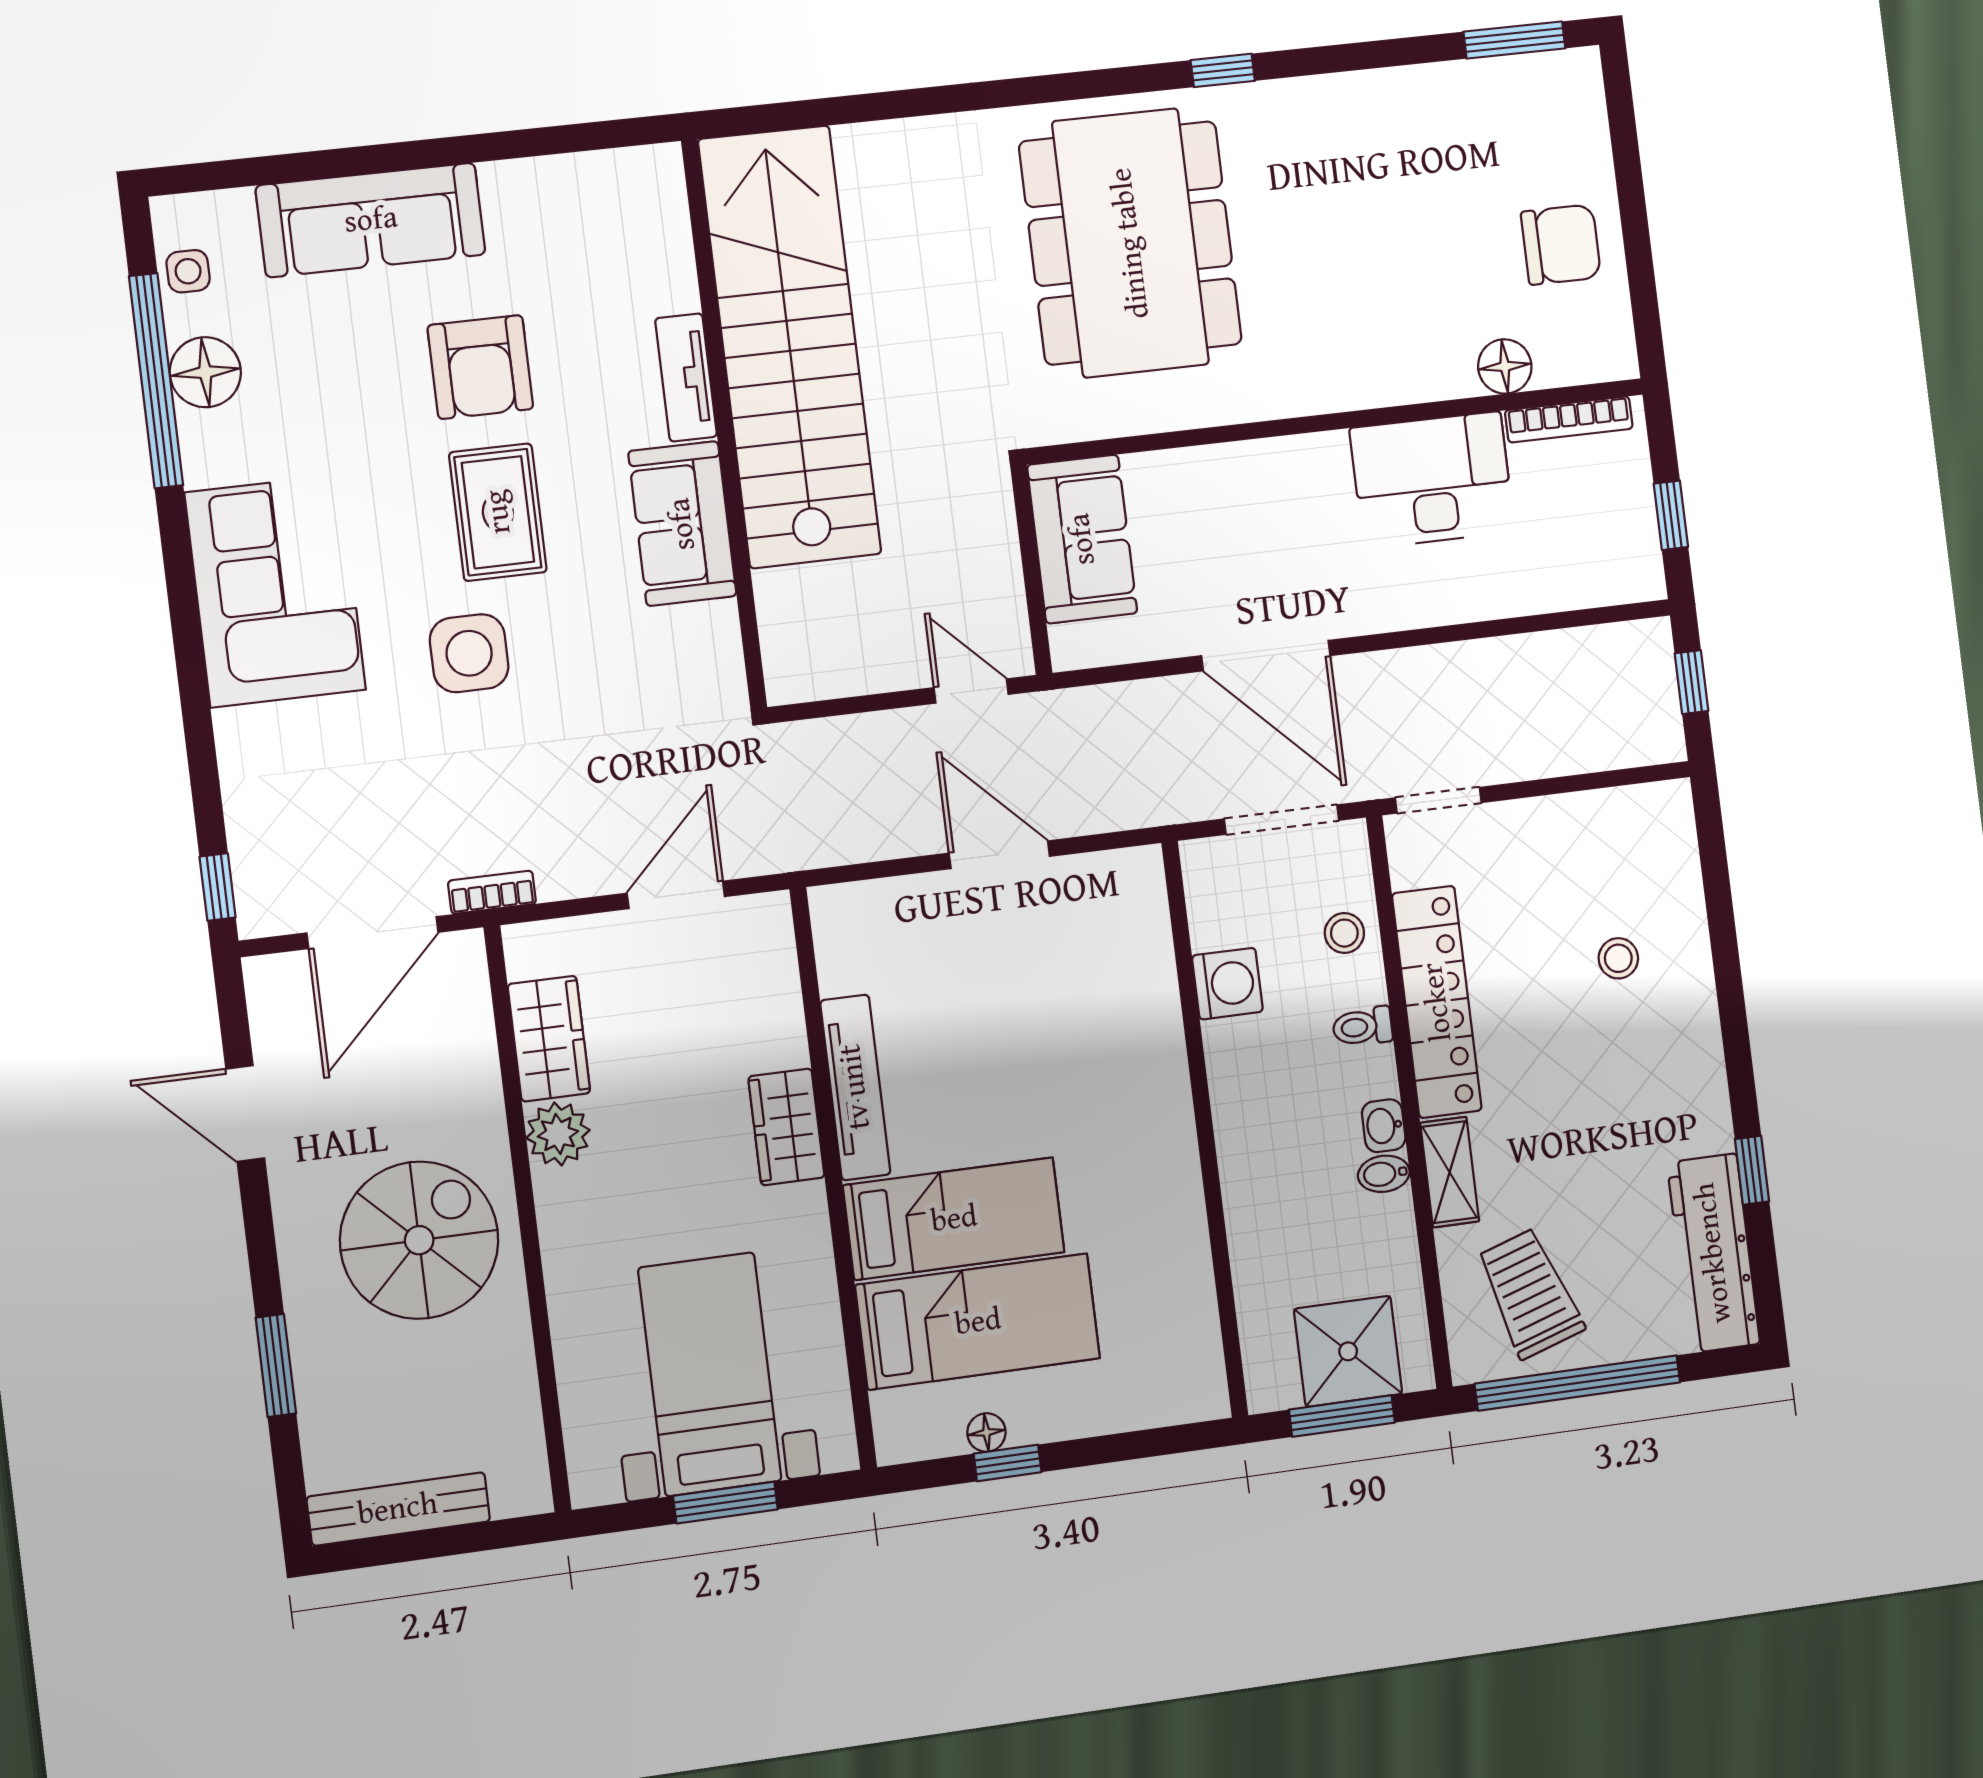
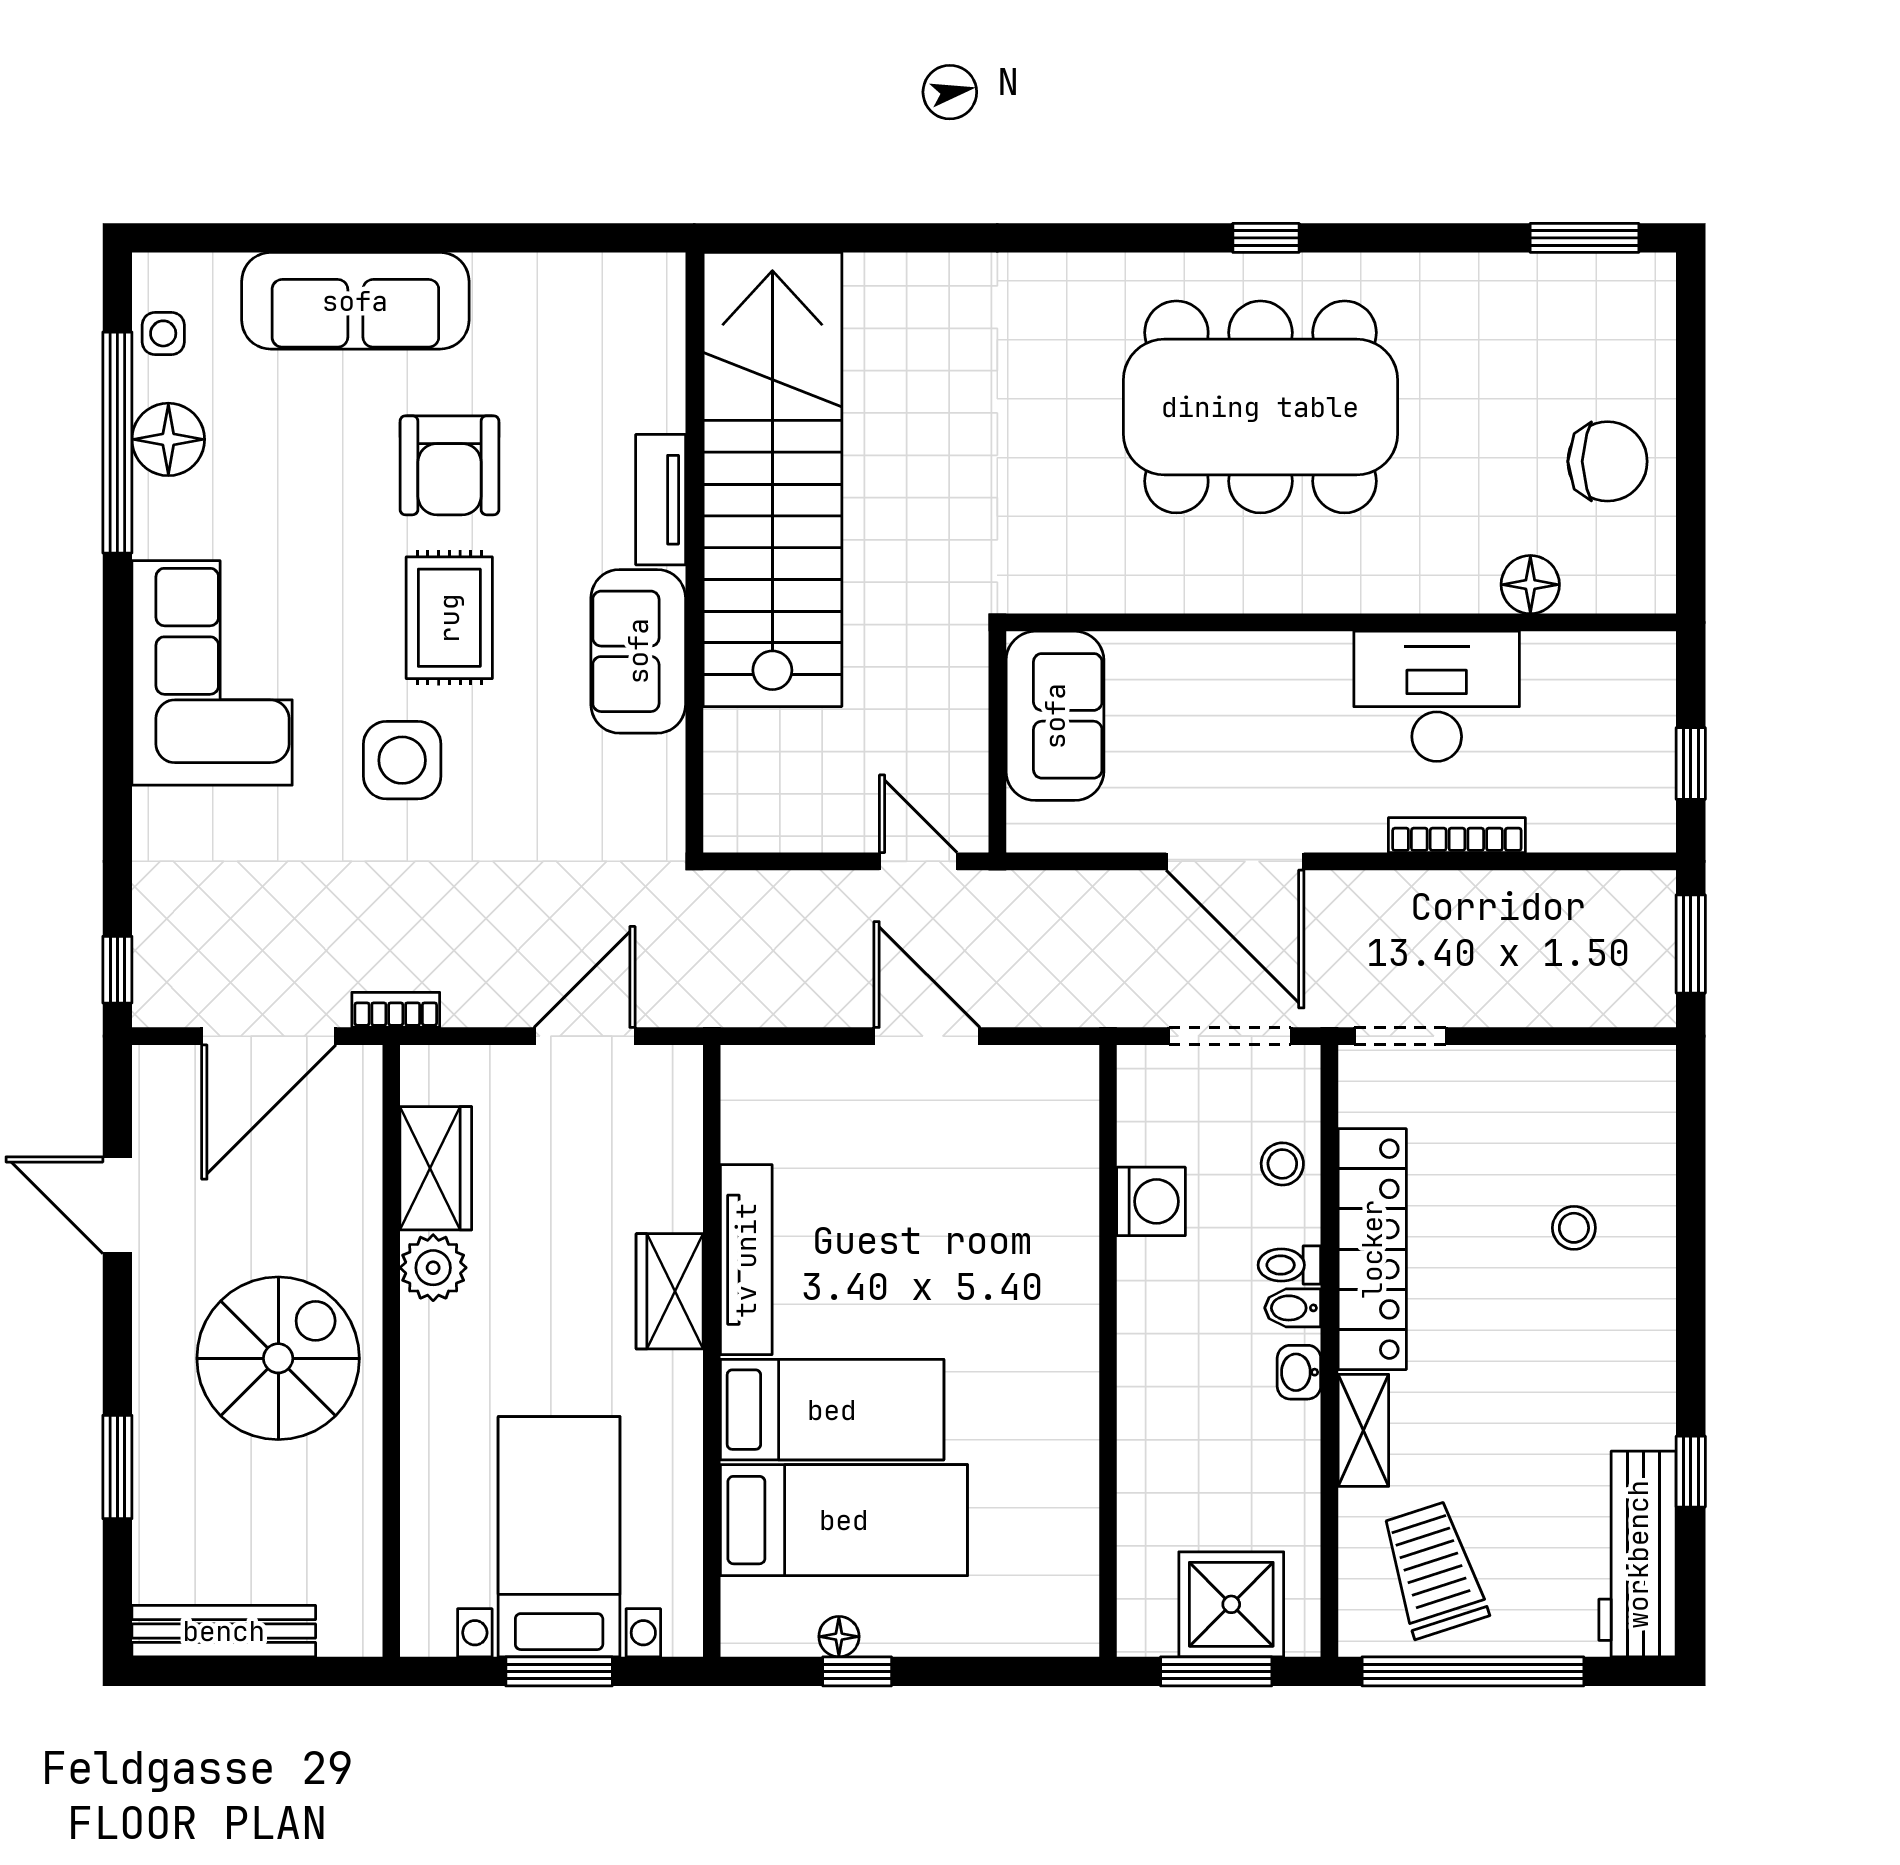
dining table: (1130, 243) -> (1260, 407), moved, turned 90
bookcase: (1569, 419) -> (1457, 835), moved, turned 180
window: (1692, 682) -> (1691, 944), width x1.50
bidet: (1384, 1174) -> (1293, 1308), moved

